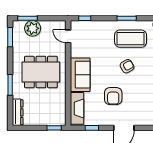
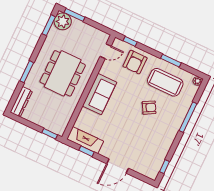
plant: (33, 28) -> (63, 21), moved
door: (68, 36) -> (106, 51), swing flipped
dining table: (41, 72) -> (63, 73), turned 90
armchair: (113, 96) -> (135, 62), moved
fireplace: (77, 108) -> (85, 140), moved, turned -90

